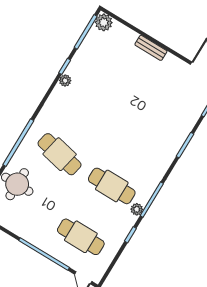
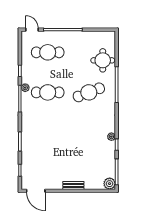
cafe table: (60, 154) -> (89, 92), turned -33

